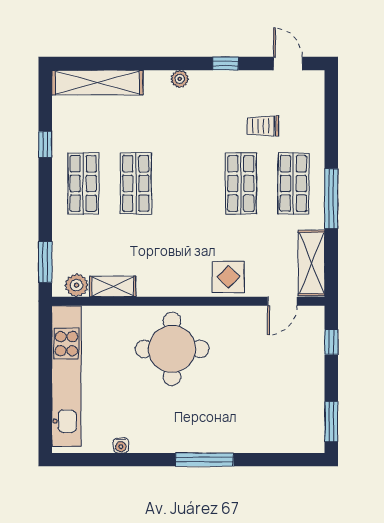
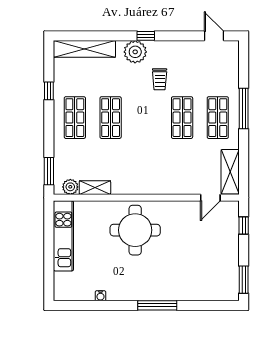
window: (226, 63) -> (146, 36), moved
plant: (180, 79) -> (135, 52), width x1.88, depth x1.88
trolley: (263, 126) -> (160, 79), moved, turned -90
window: (331, 199) -> (244, 109), moved
display table: (228, 277) -> (173, 181), removed
kitchen unit: (66, 376) -> (63, 236), width x0.73

